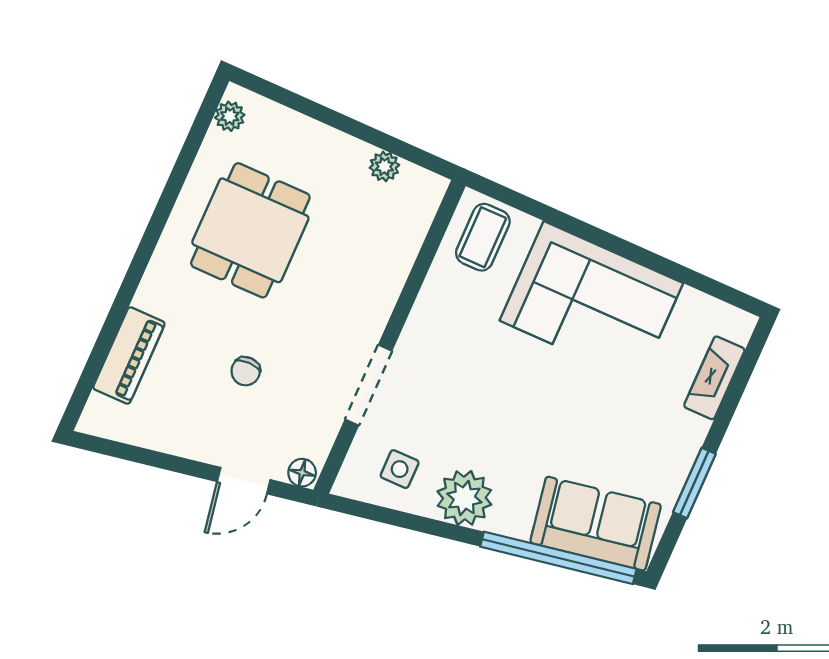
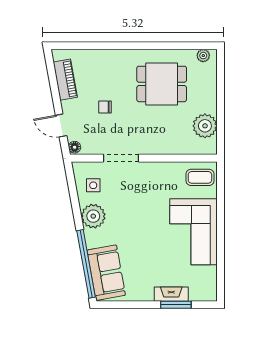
plant: (384, 166) -> (205, 126), width x1.88, depth x1.88
piano: (129, 356) -> (65, 80), moved, turned -100
fireplace: (714, 378) -> (171, 294), moved
window: (694, 483) -> (176, 305), moved

